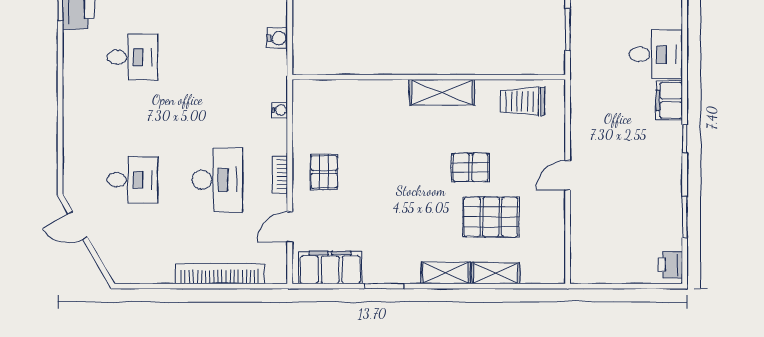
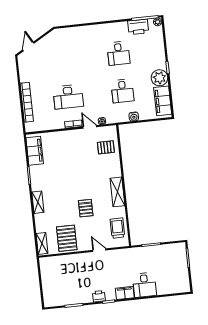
pallet: (324, 172) -> (106, 147), moved
door: (568, 175) -> (99, 250), moved
desk: (132, 180) -> (122, 91), moved
pallet: (491, 217) -> (67, 238), moved
door: (78, 226) -> (28, 47), moved
door: (290, 227) -> (90, 127), moved
printer: (670, 265) -> (99, 296), moved
shelving: (496, 273) -> (42, 243), moved

